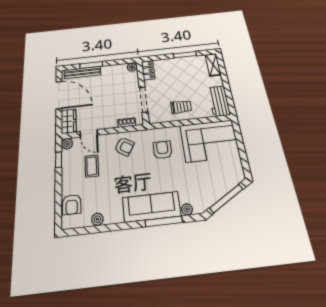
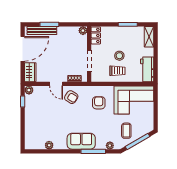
stool: (181, 89) -> (119, 56), added
door: (59, 95) -> (23, 49), hinge flipped
door: (89, 133) -> (56, 84), moved
coffee table: (92, 166) -> (126, 131), moved
armchair: (72, 204) -> (32, 134), removed
sofa: (151, 207) -> (81, 141), width x0.73

